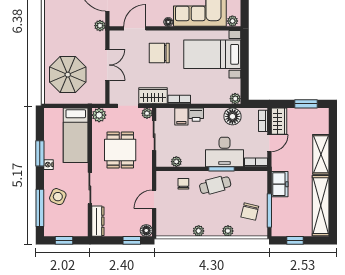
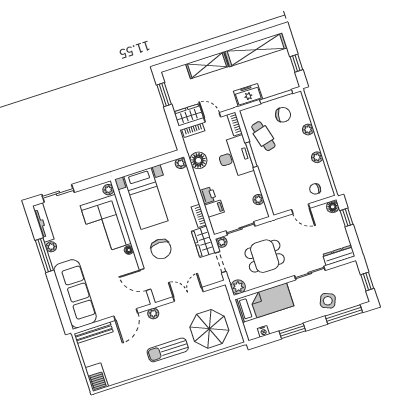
sun lounger: (61, 28) -> (168, 350), added
nightstand: (49, 165) -> (263, 331), moved
chair: (183, 184) -> (315, 189), moved
cafe table: (215, 185) -> (263, 136), moved

